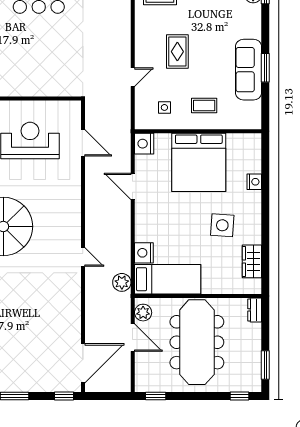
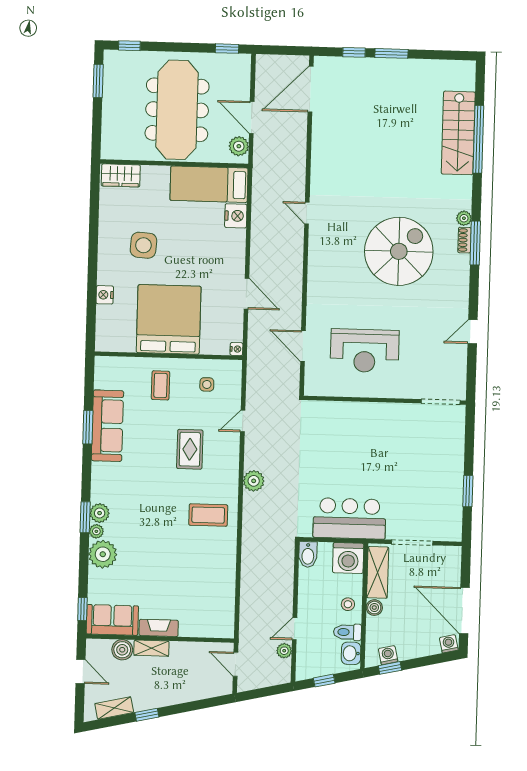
coffee table: (204, 106) -> (161, 385), turned 90
nightstand: (144, 144) -> (236, 349), width x0.53, depth x0.56
wardrobe: (252, 261) -> (121, 175), moved, turned 90
plant: (122, 282) -> (254, 481), moved
dresser: (255, 310) -> (109, 145), removed
window: (64, 396) -> (354, 52), moved

